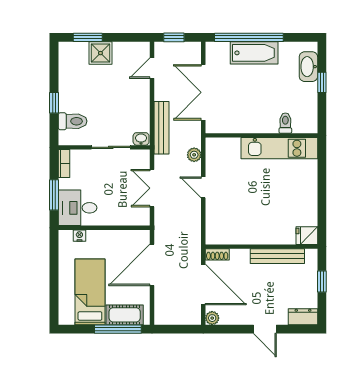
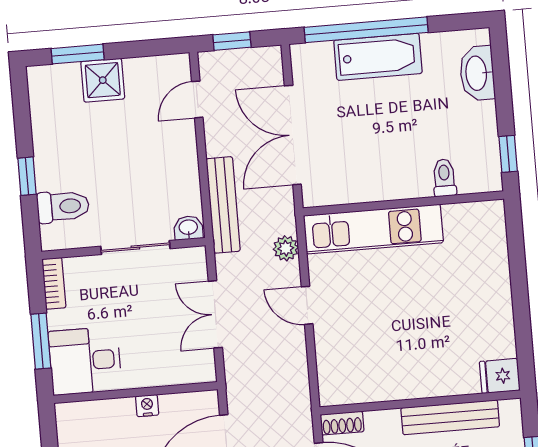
window: (322, 82) -> (508, 154), moved
kitchen unit: (279, 148) -> (373, 229), moved
nightstand: (79, 236) -> (147, 406), moved

